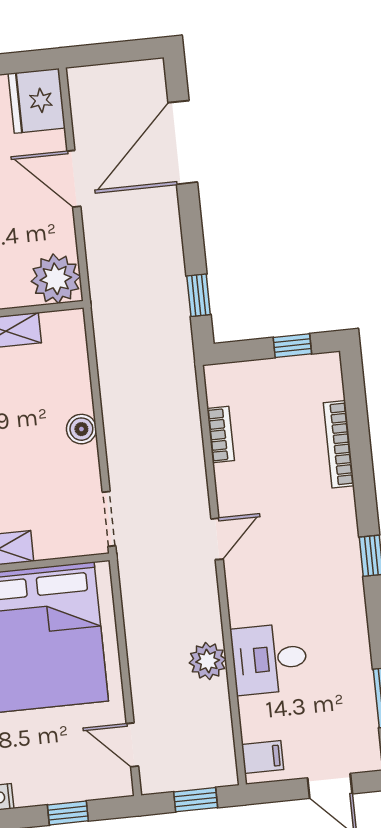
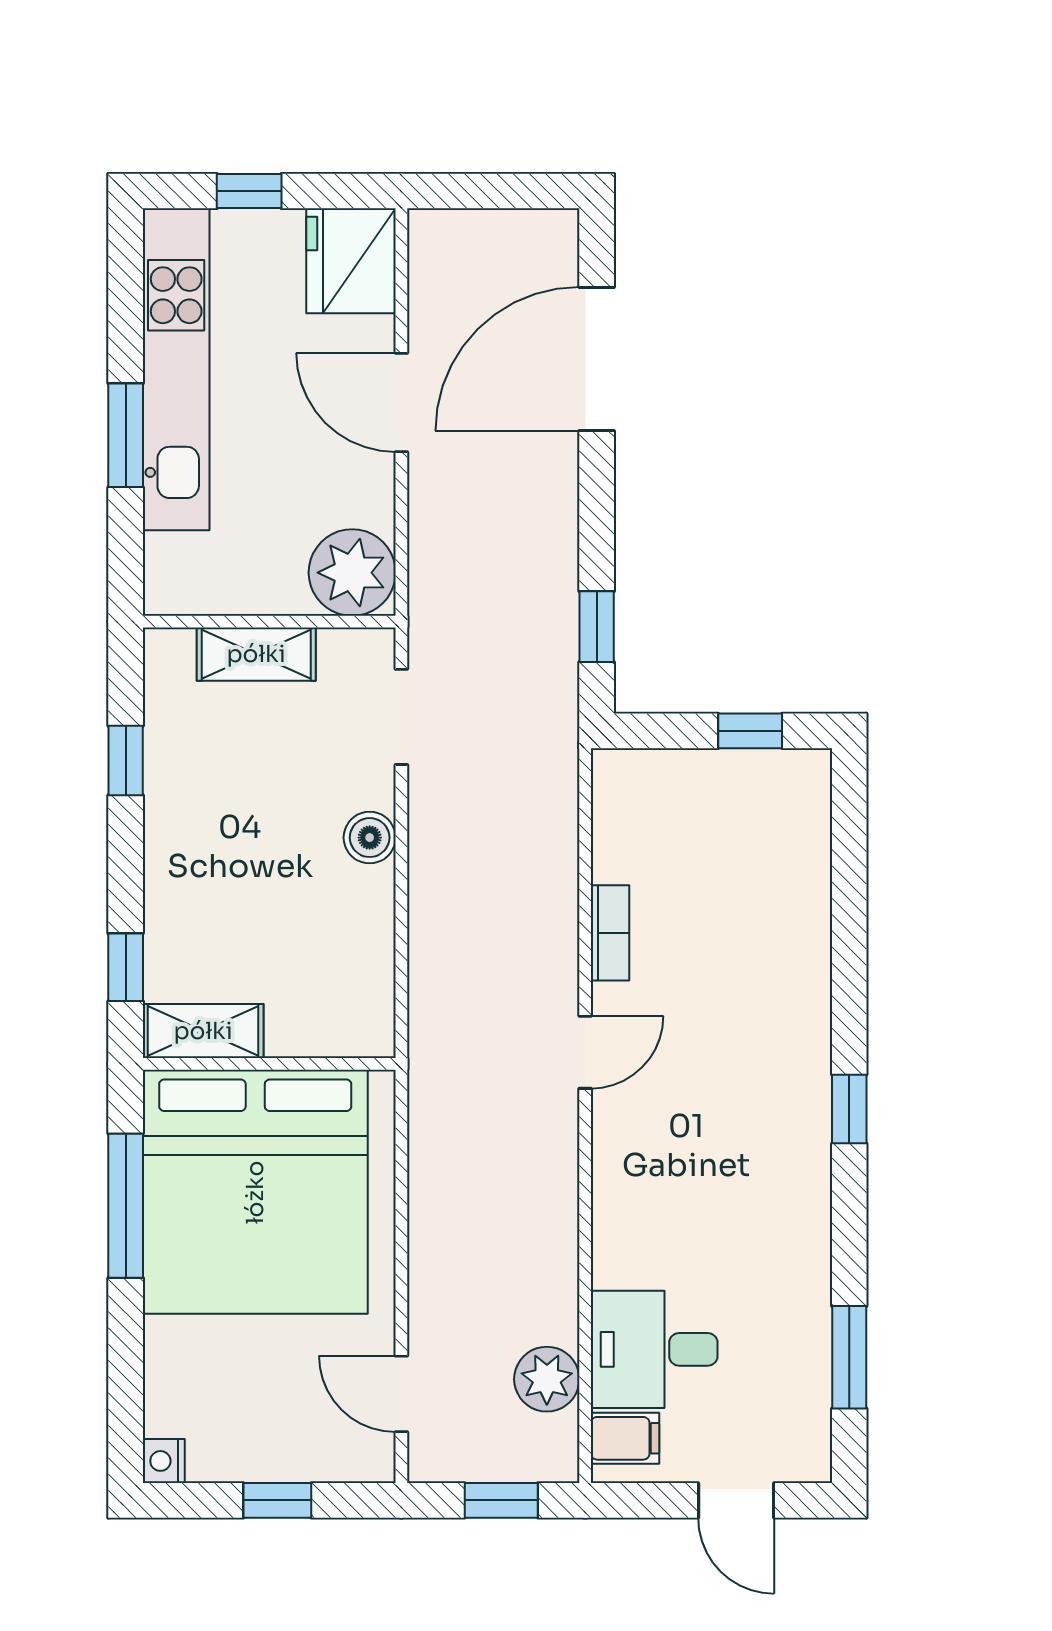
bookcase: (221, 435) -> (610, 933), moved
bookcase: (339, 444) -> (813, 910), removed
doorway: (109, 519) -> (401, 717), moved
desk: (269, 659) -> (654, 1349), moved
plant: (208, 661) -> (547, 1379), moved

